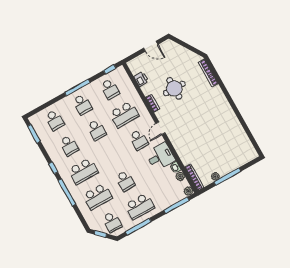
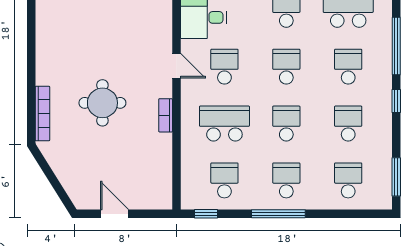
printer: (141, 79) -> (162, 167), removed
round table: (174, 88) -> (102, 103), moved
door: (160, 128) -> (176, 66), hinge flipped
school desk: (111, 155) -> (286, 67), added
school desk: (83, 171) -> (348, 67), width x0.54

